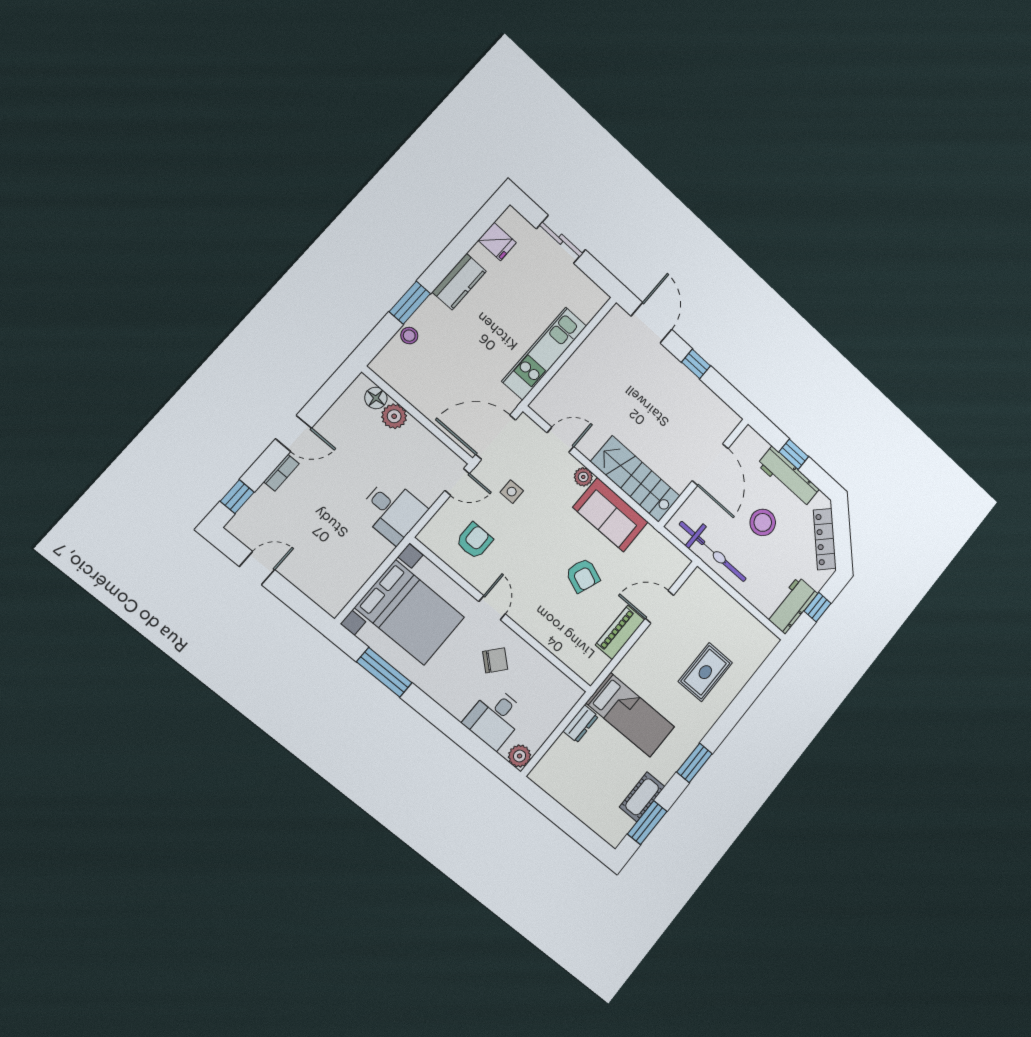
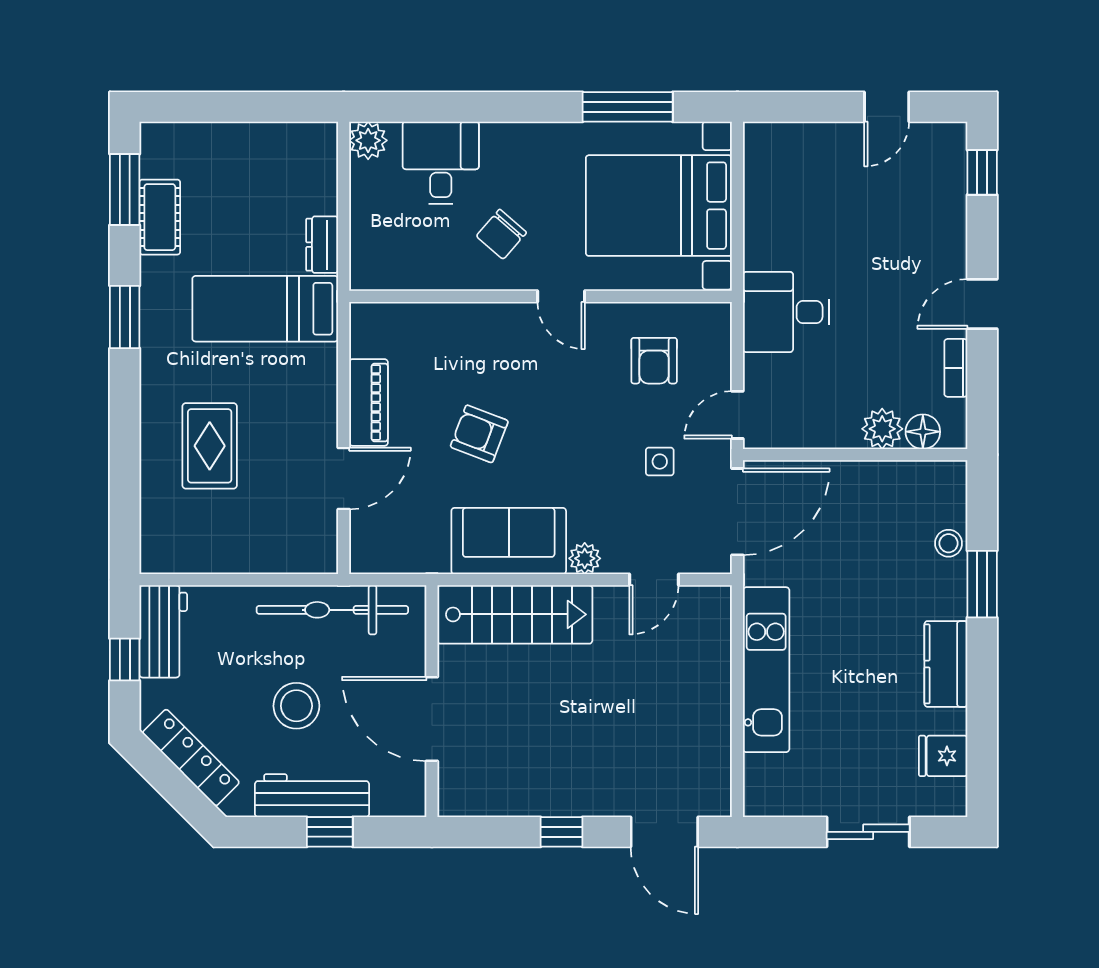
bookcase: (281, 473) -> (956, 368), moved

